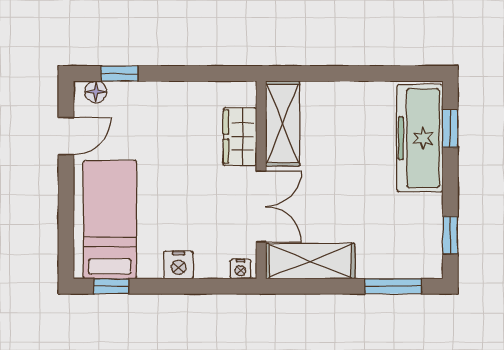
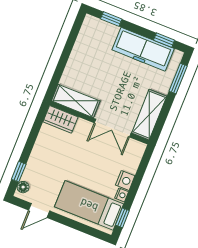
door: (66, 136) -> (39, 211), swing flipped
wardrobe: (240, 137) -> (60, 119), moved
freezer: (420, 138) -> (143, 49), moved
double door: (261, 207) -> (113, 128), swing flipped
nightstand: (240, 269) -> (122, 195), moved

